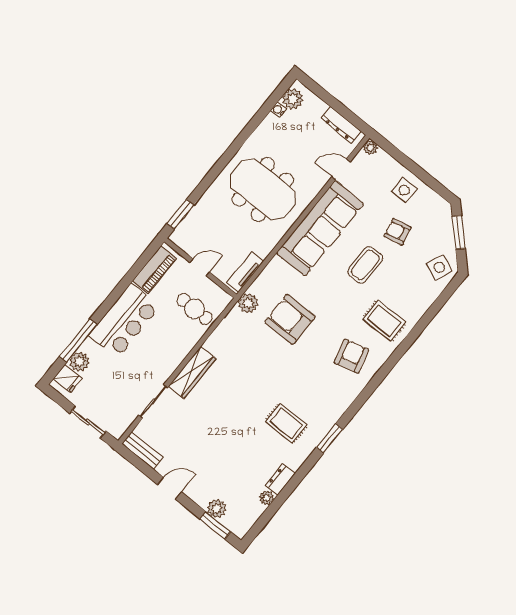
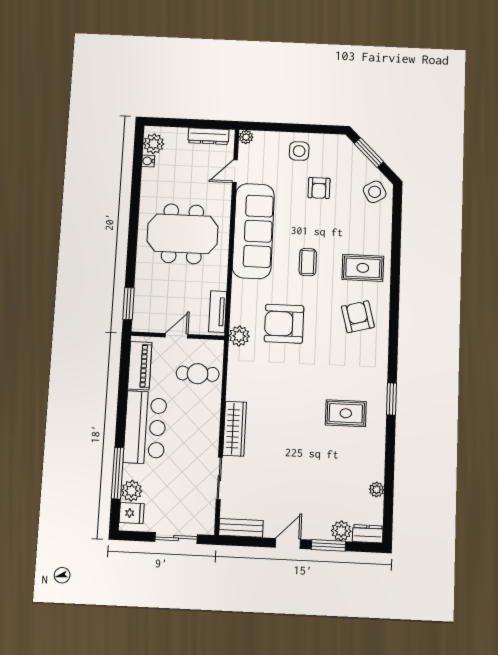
armchair: (398, 232) -> (319, 188), turned -78
coffee table: (365, 265) -> (308, 262), moved, width x0.73, depth x0.77
side table: (439, 267) -> (375, 192), turned 37
dresser: (280, 480) -> (368, 534), moved, turned 90
window: (215, 525) -> (328, 545), moved

